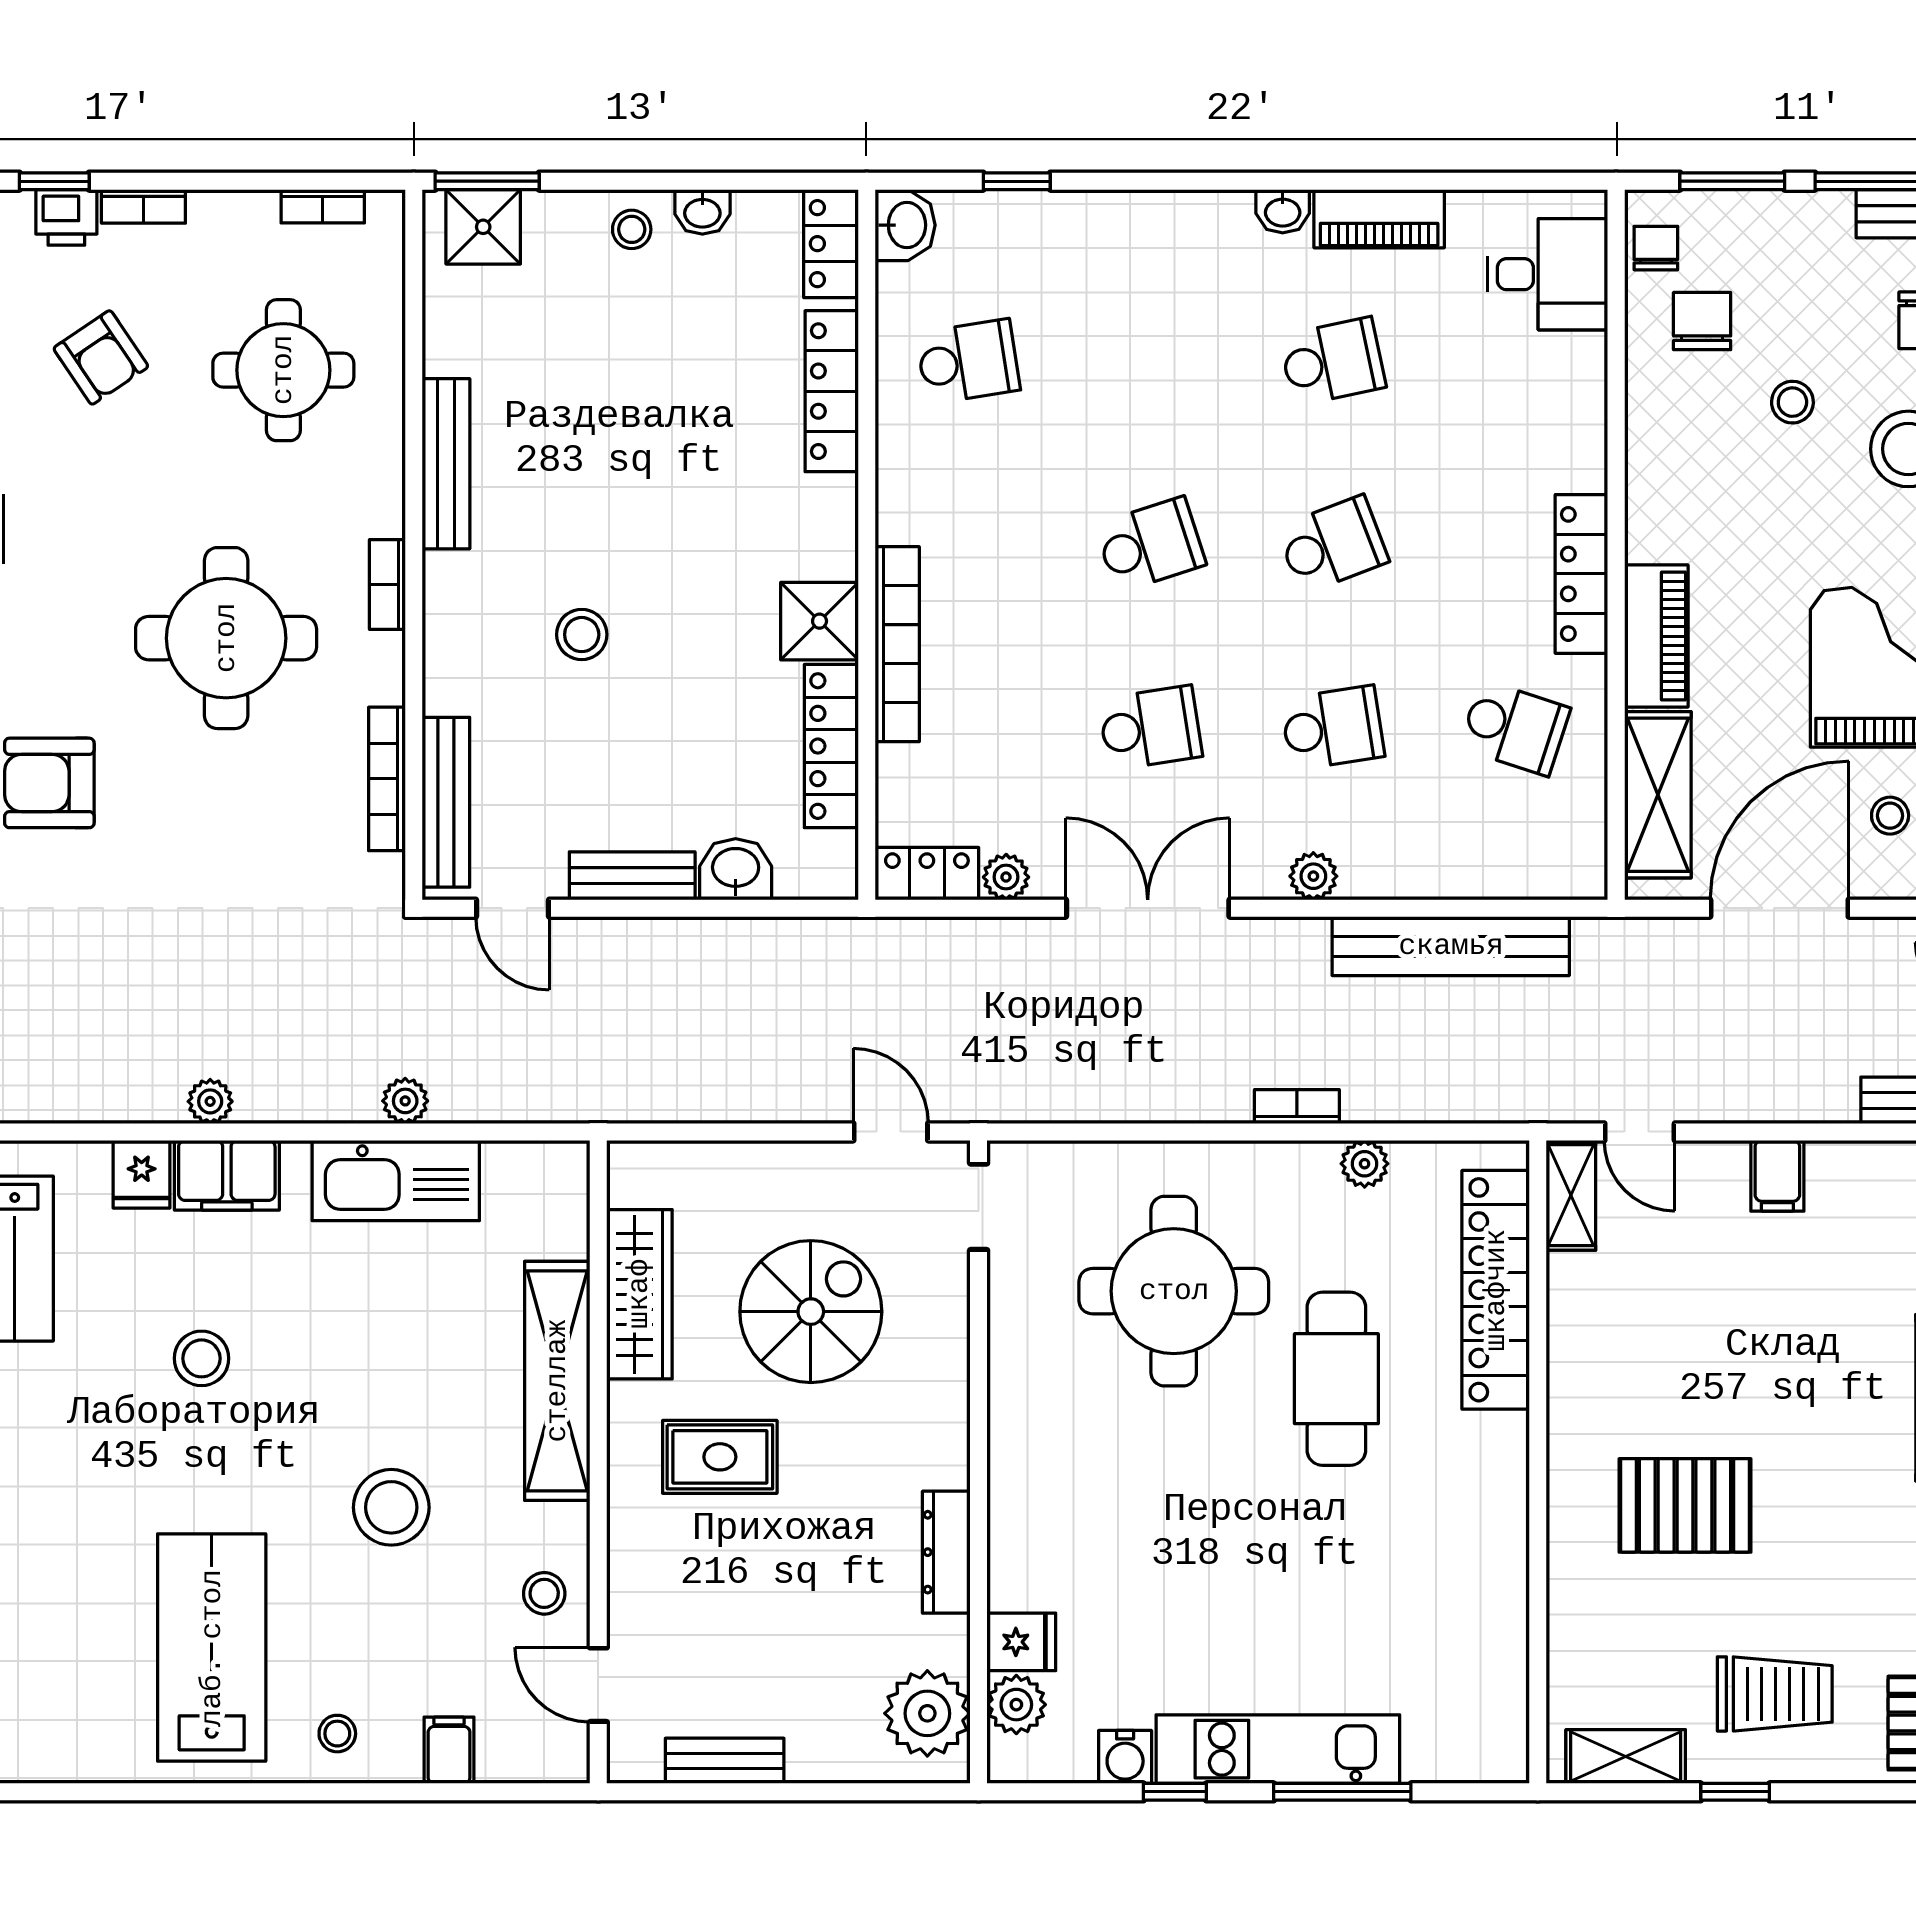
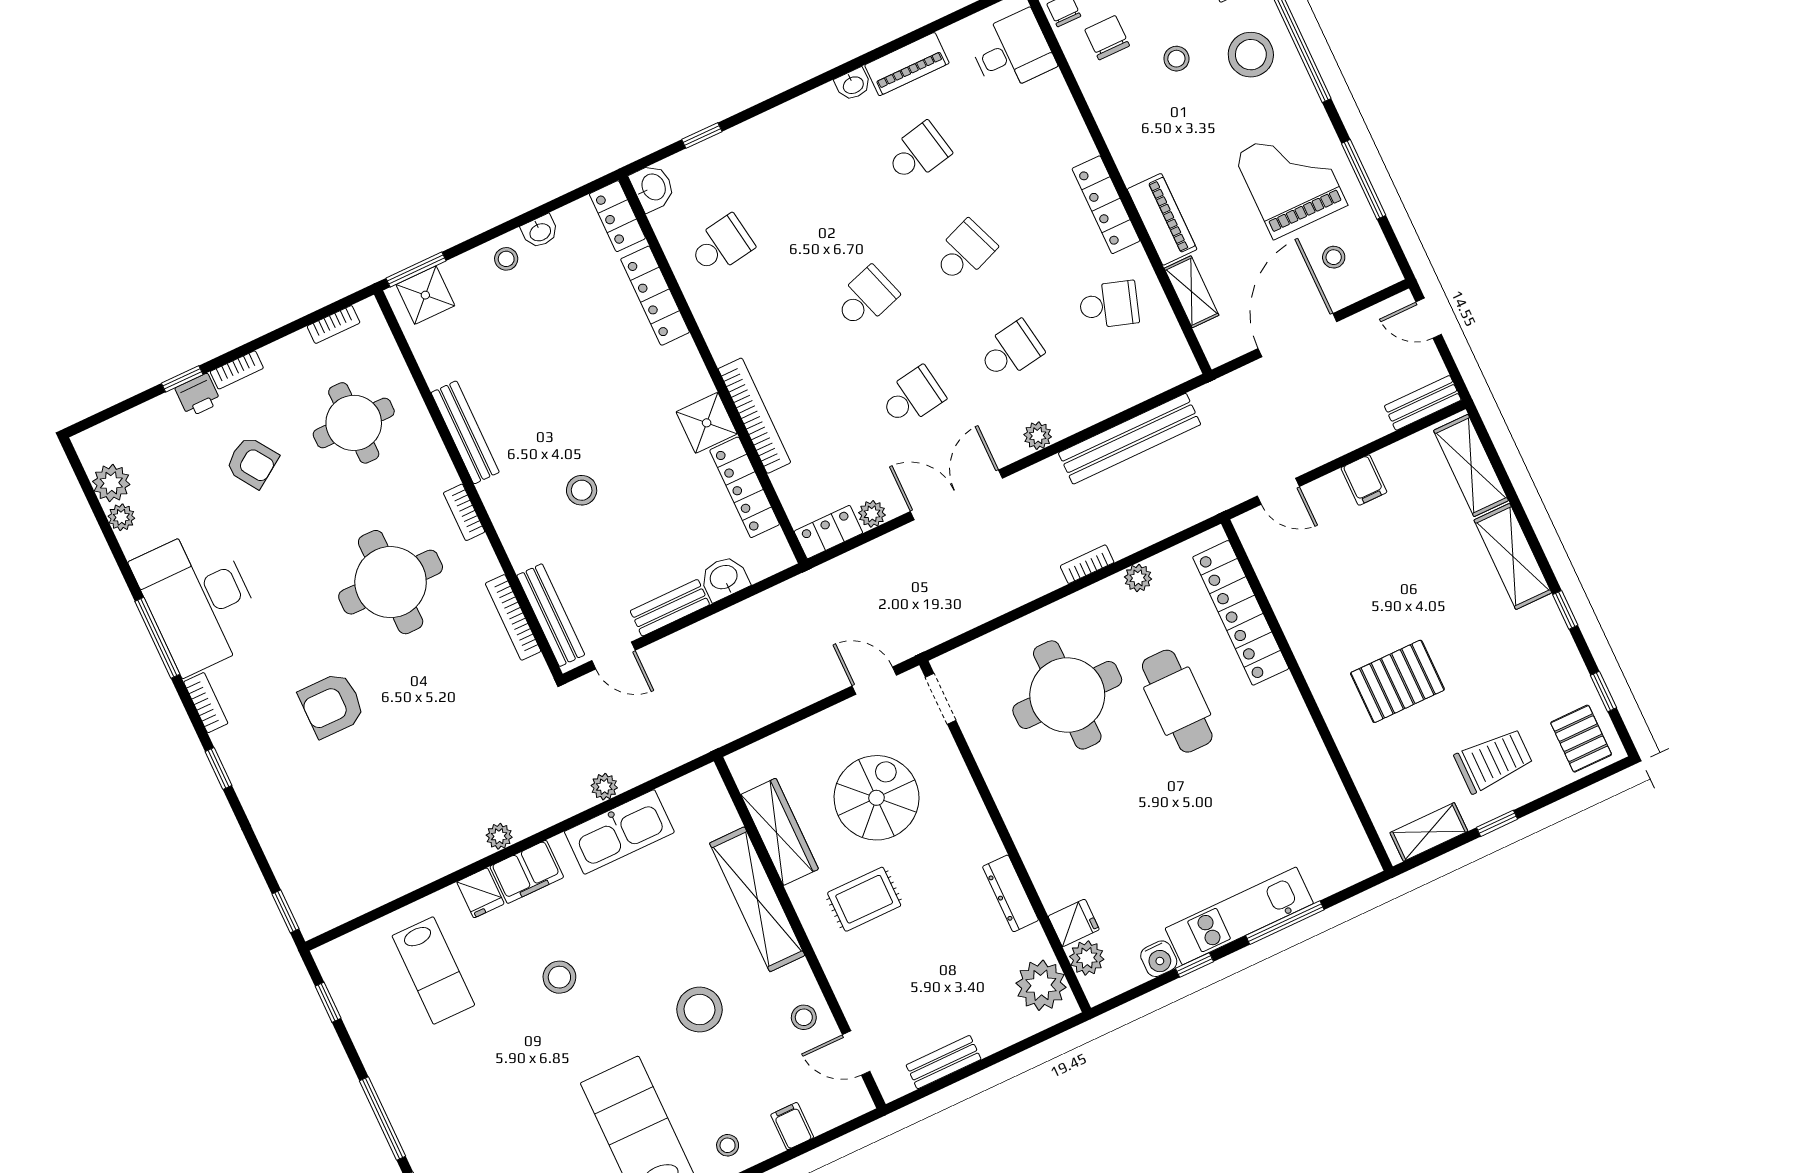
shelving: (1658, 795) -> (1192, 292), width x0.67, depth x0.75
shelving: (1571, 1195) -> (1257, 543), removed

